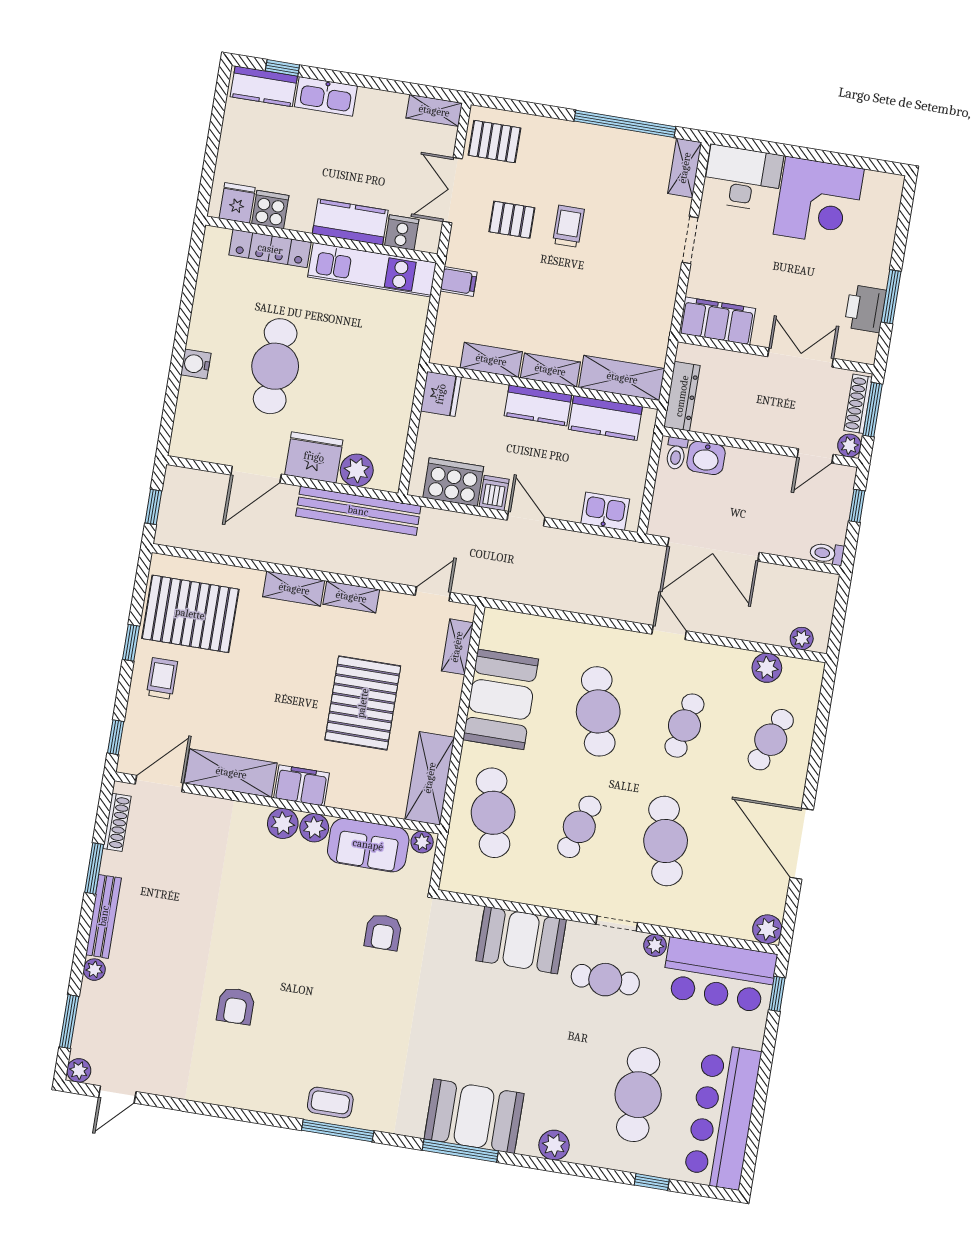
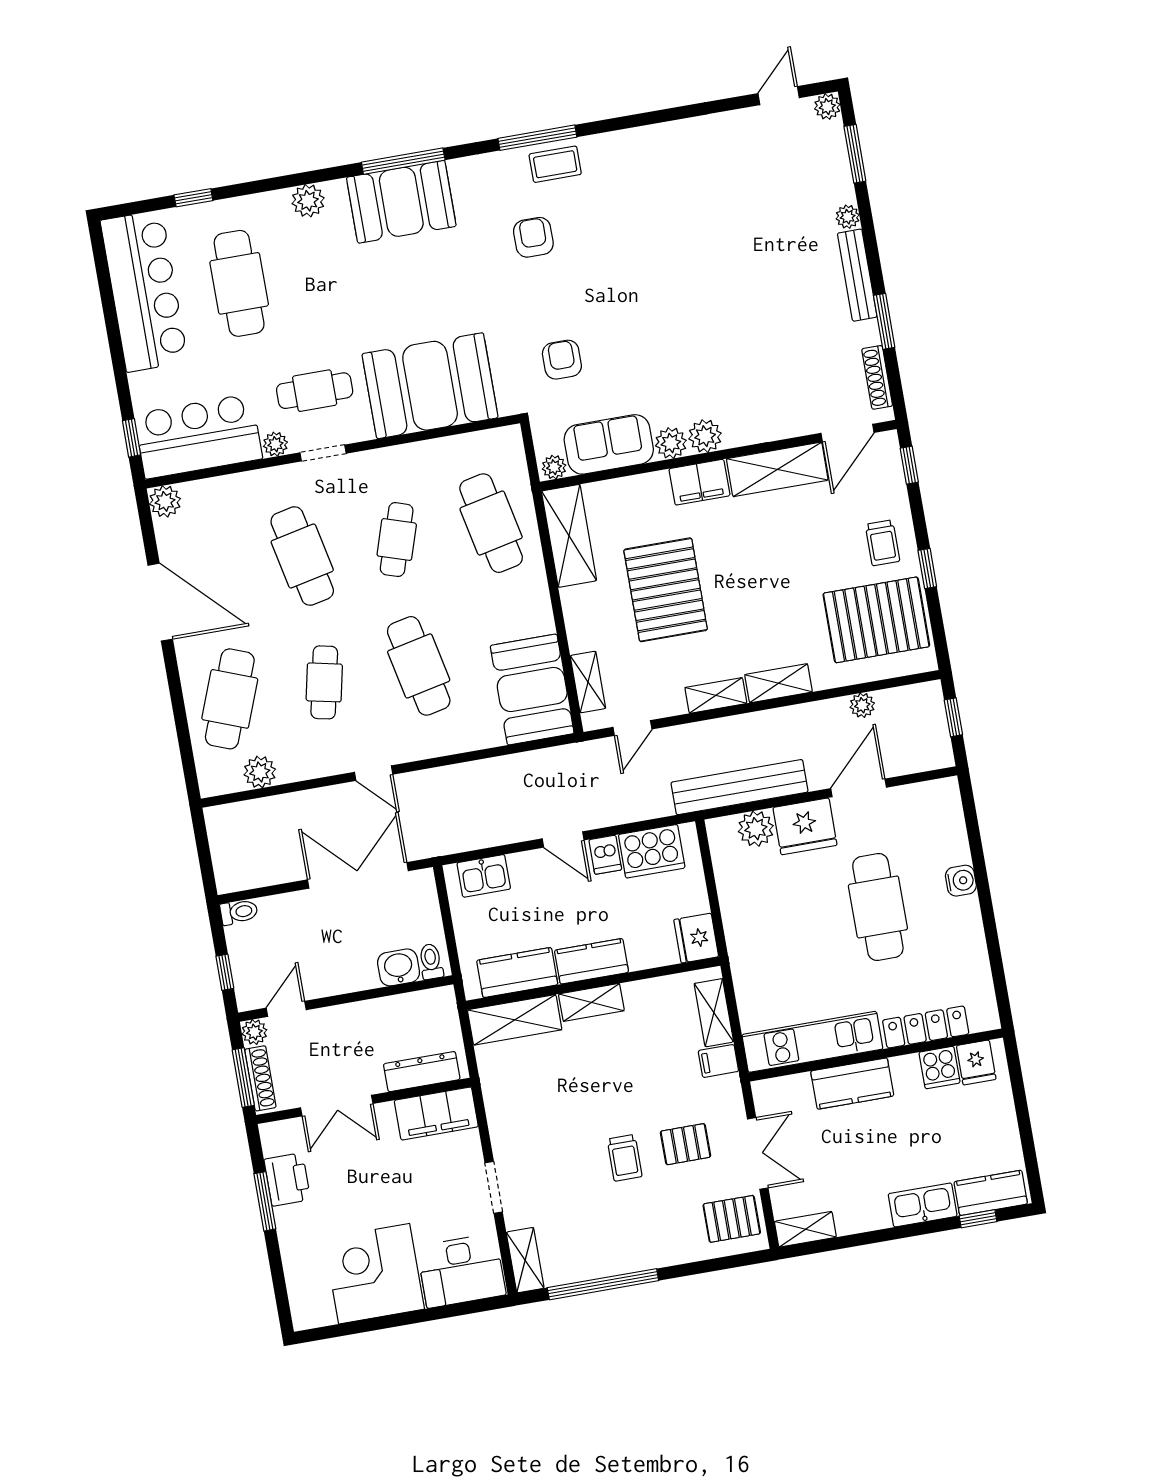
cooker: (402, 233) -> (795, 1091), removed
shelving: (491, 360) -> (714, 1013), moved, turned 90
dresser: (682, 396) -> (422, 1072), moved, turned 90
plant: (802, 639) -> (862, 705), moved
booth: (501, 699) -> (532, 690), moved
cafe table: (771, 740) -> (230, 699), width x1.37, depth x1.35
booth: (521, 940) -> (430, 386), width x1.36, depth x1.42
armchair: (236, 1006) -> (533, 237), moved

